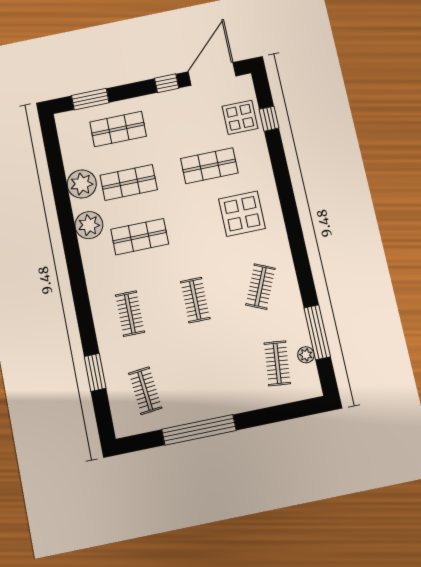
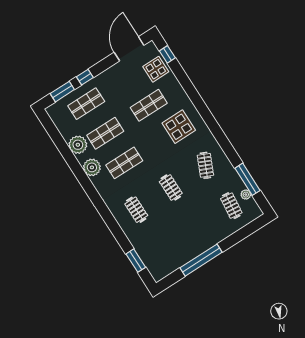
window: (167, 83) -> (85, 77), moved
window: (269, 119) -> (167, 54), moved
window: (95, 372) -> (136, 261), moved
clothes rail: (145, 391) -> (162, 250), removed

